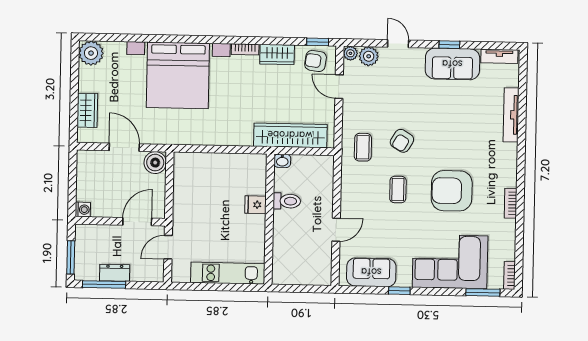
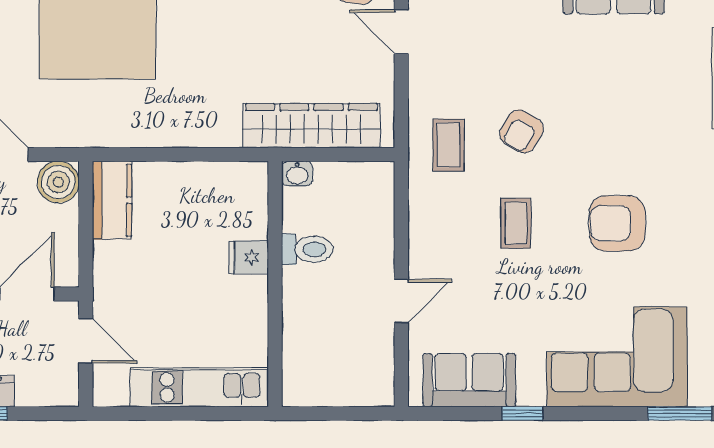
kitchen counter: (184, 173) -> (112, 200), added
armchair: (452, 191) -> (617, 223), width x0.73, depth x0.73
door: (168, 247) -> (86, 341), swing flipped

